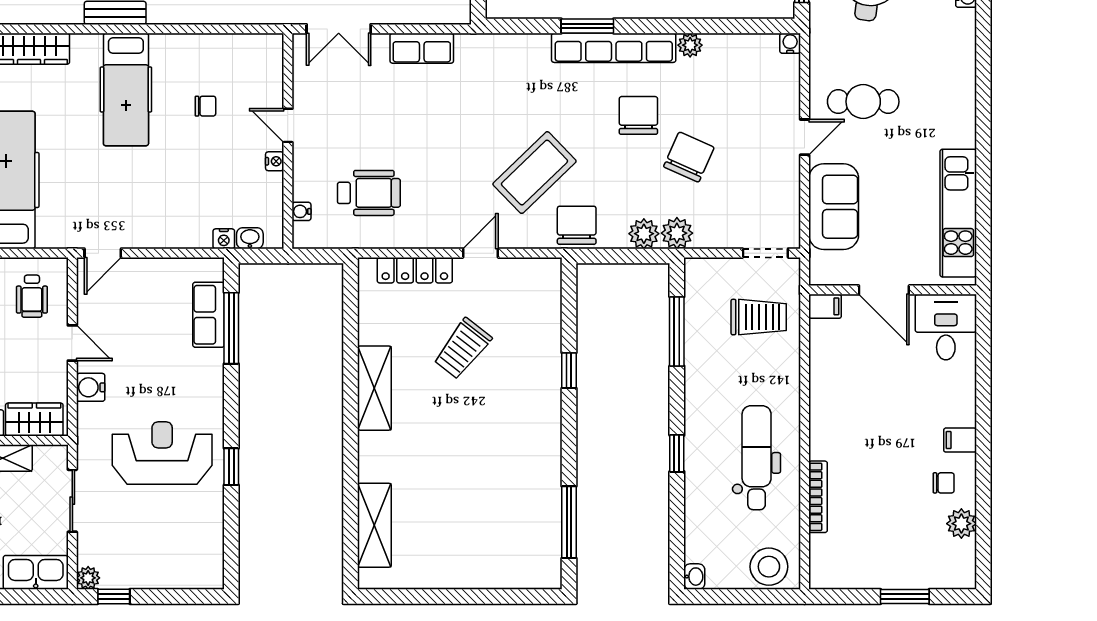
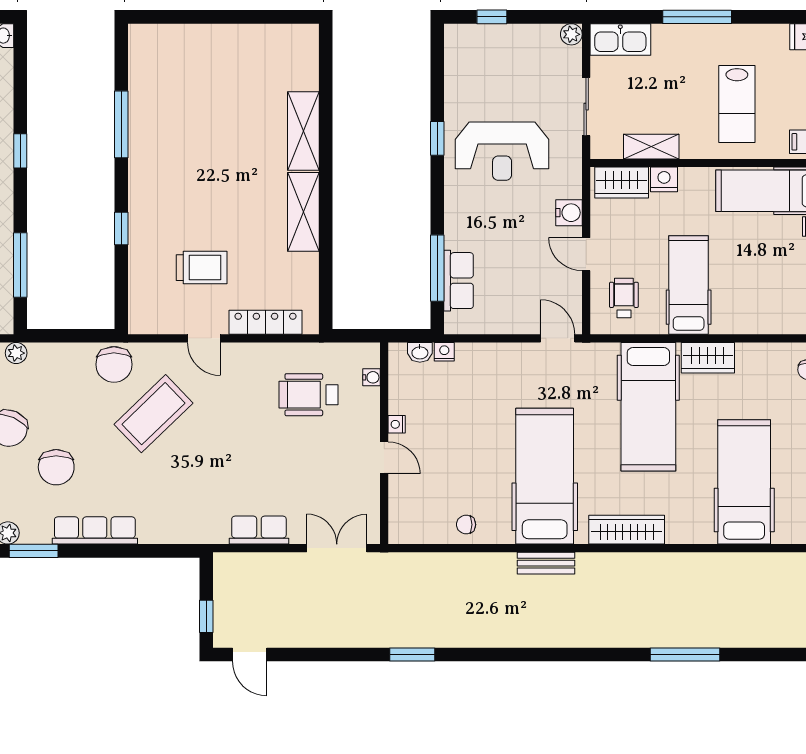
window: (587, 26) -> (34, 551), moved
row of seats: (614, 48) -> (95, 530), width x0.73
hospital bed: (126, 89) -> (545, 476), width x1.37, depth x1.29
chair: (205, 106) -> (466, 525), moved
plant: (677, 233) -> (16, 353), width x0.73, depth x0.73
plant: (644, 234) -> (51, 356), removed
door: (103, 253) -> (558, 338), hinge flipped
door: (481, 253) -> (204, 338), hinge flipped
trolley: (462, 349) -> (202, 268), moved, turned 52
window: (569, 522) -> (121, 124), moved
shelving: (374, 525) -> (303, 131), moved
window: (114, 597) -> (492, 17), moved

